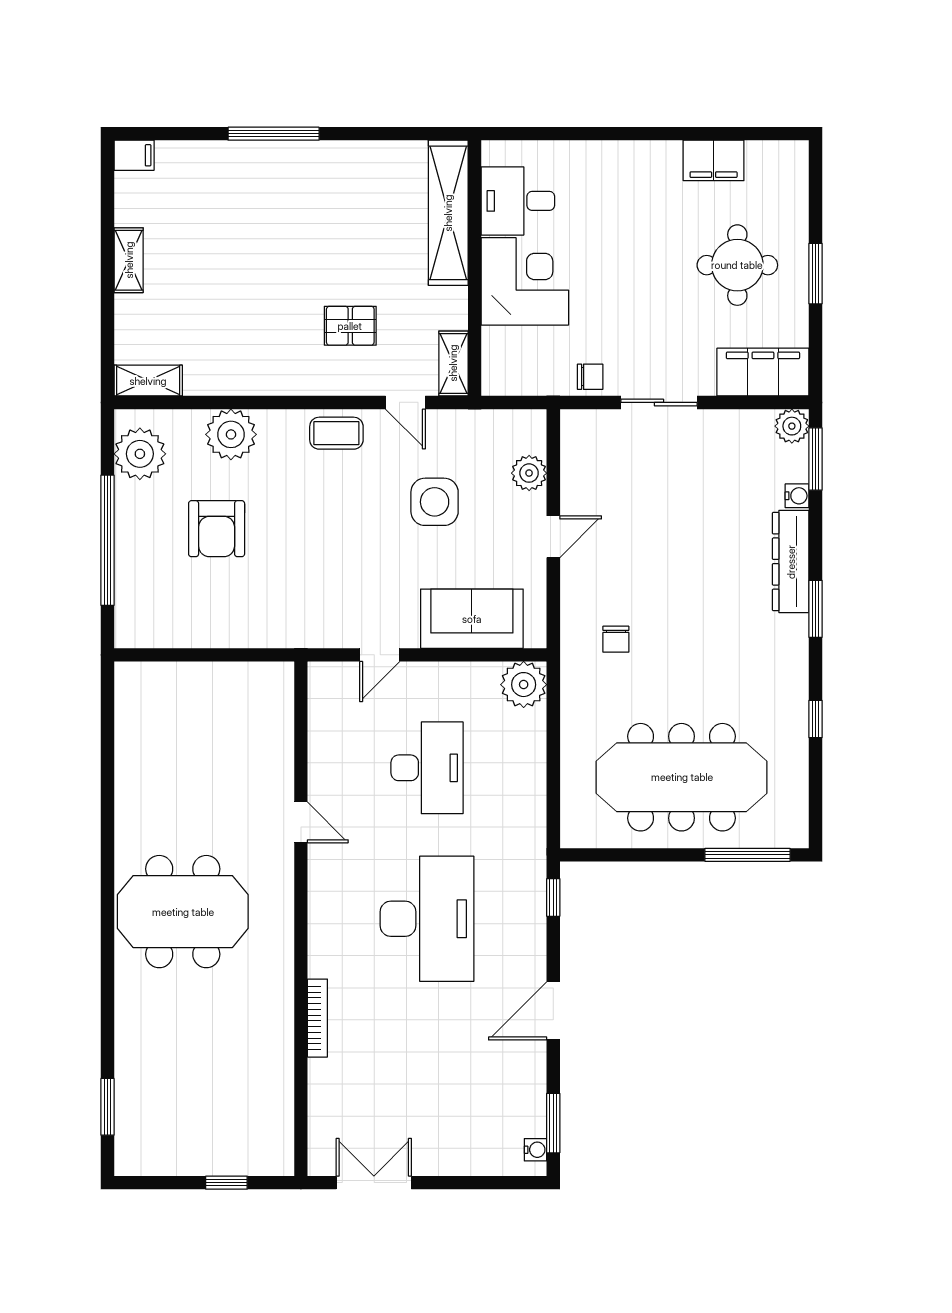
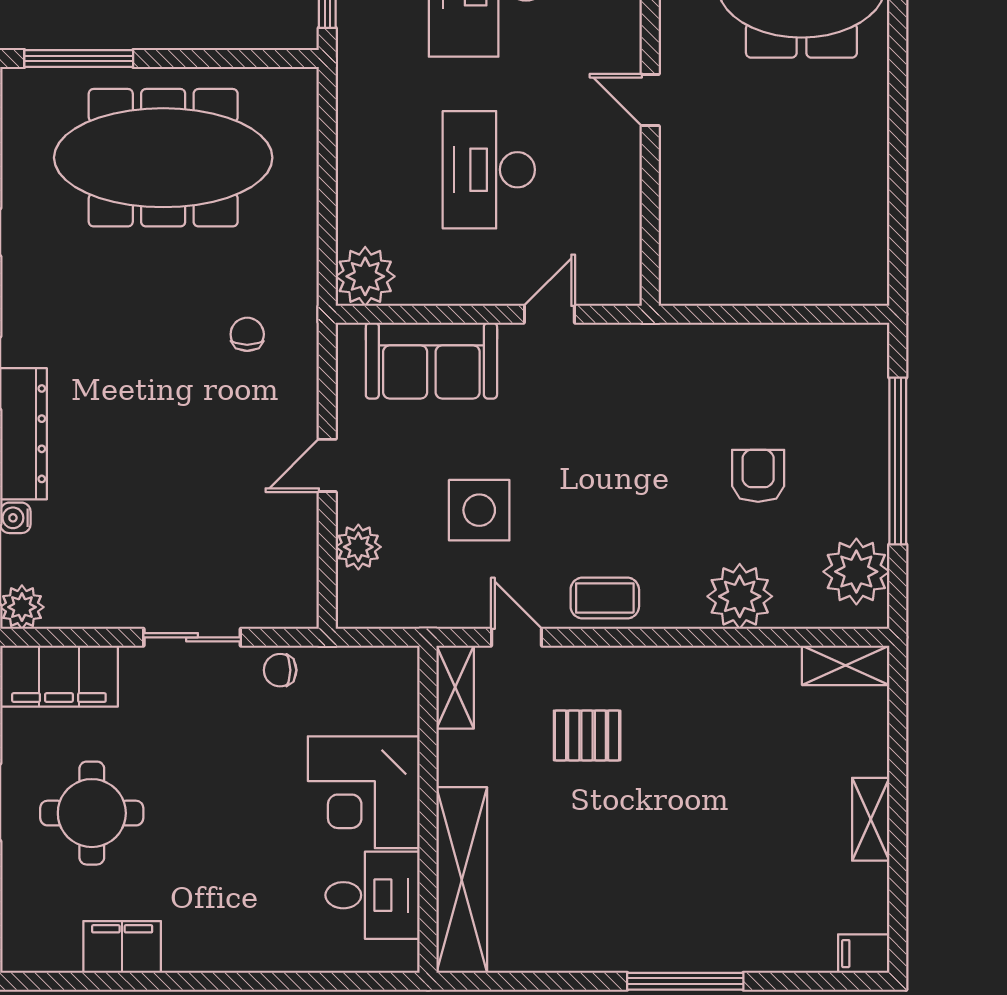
armchair: (217, 529) -> (758, 476), width x0.72, depth x0.72

